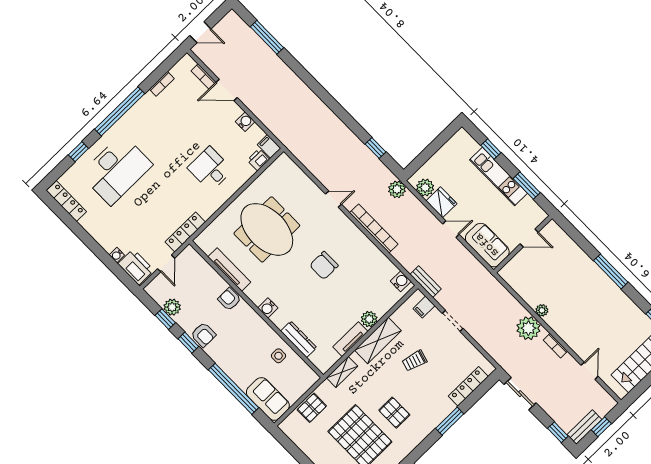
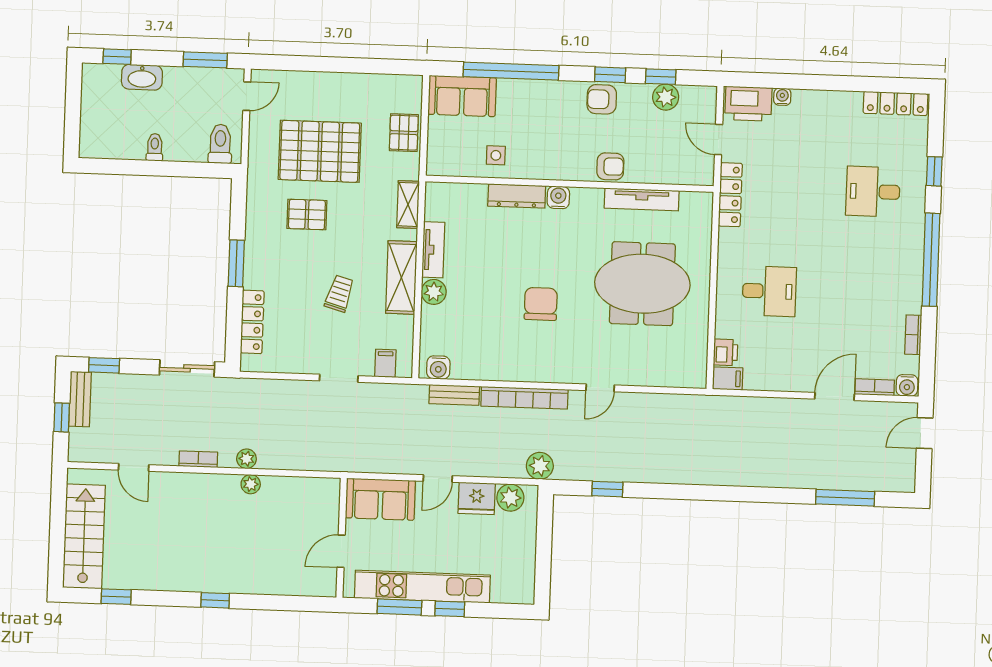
water cooler: (245, 122) -> (907, 385), moved
window: (491, 149) -> (450, 609), moved
desk: (117, 170) -> (873, 192), width x0.53, depth x0.77
kitchen unit: (498, 177) -> (422, 587), width x1.36
window: (611, 271) -> (215, 600), width x0.46
bench: (426, 282) -> (454, 395), moved
plant: (528, 328) -> (246, 459), width x0.53, depth x0.53
dresser: (299, 339) -> (517, 196), moved

